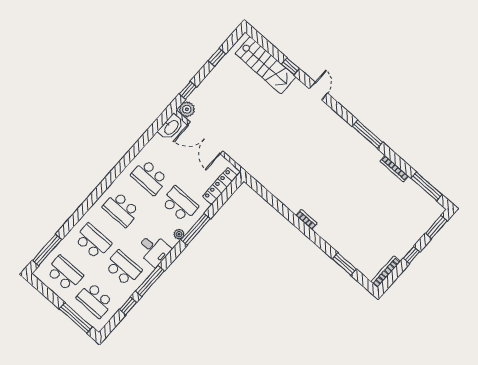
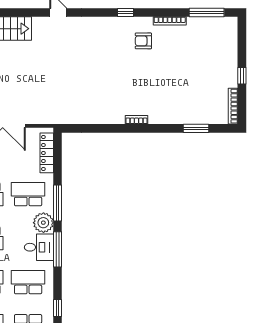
window: (290, 66) -> (20, 13), removed
window: (367, 134) -> (126, 13), width x0.46
armchair: (362, 166) -> (143, 41), added
window: (436, 227) -> (242, 37), removed
plant: (179, 234) -> (43, 223), width x1.88, depth x1.88
window: (150, 281) -> (58, 249), moved

